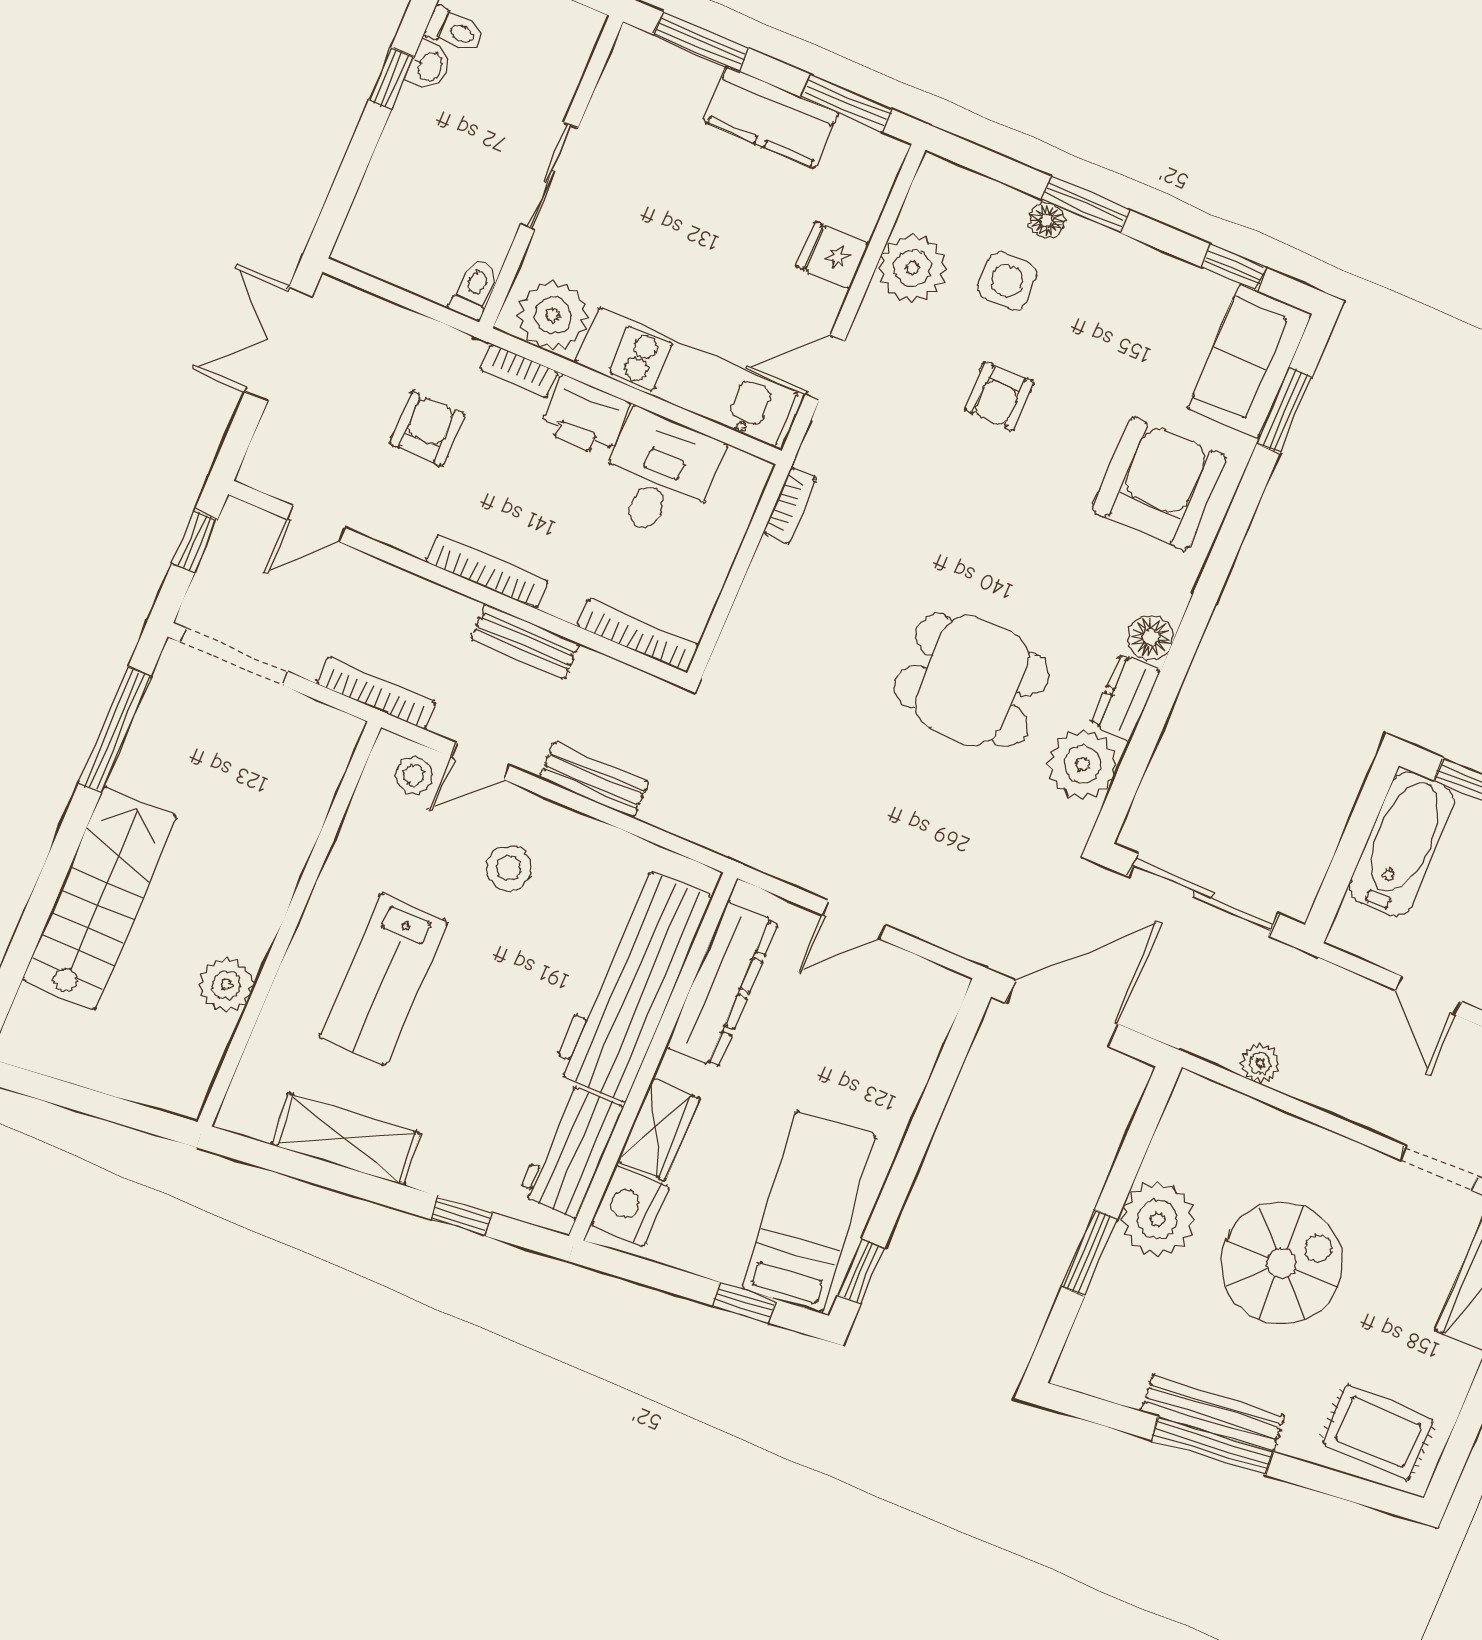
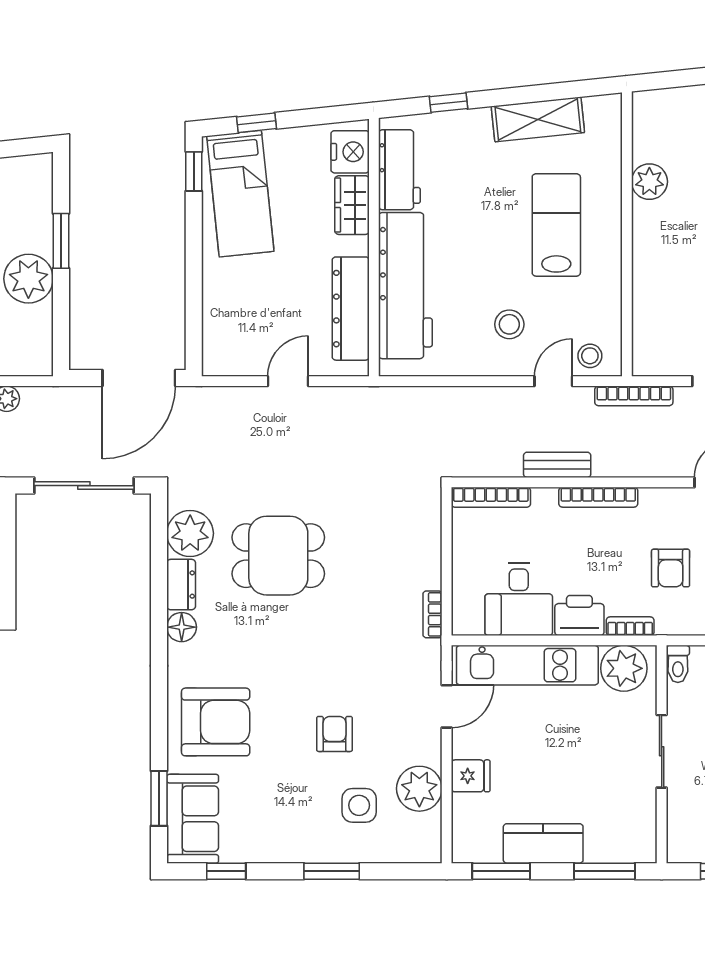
floor lamp: (1047, 220) -> (351, 852), removed
armchair: (1159, 484) -> (216, 722), turned -90
bench: (594, 780) -> (480, 399), removed

